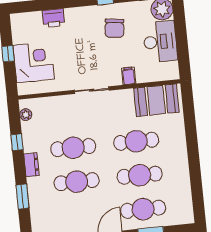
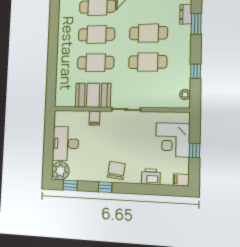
filing cabinet: (19, 19) -> (181, 180), added
chair: (114, 28) -> (116, 170), moved
booth: (156, 100) -> (93, 95), moved
dresser: (31, 165) -> (186, 14), moved

